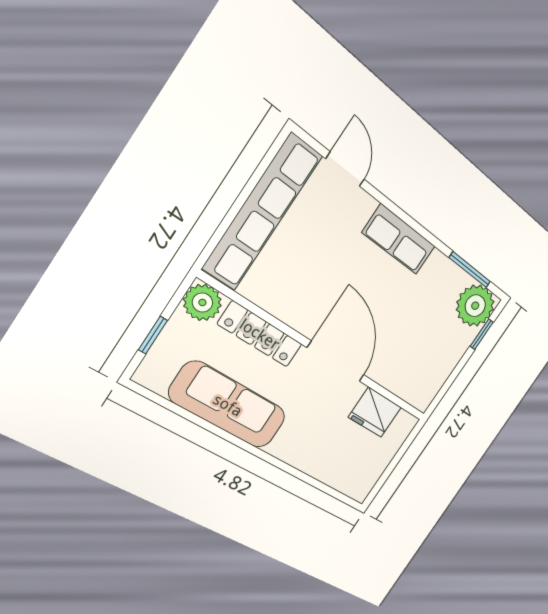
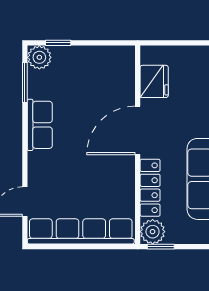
row of seats: (399, 239) -> (40, 125), moved
plant: (475, 306) -> (39, 57), width x0.73, depth x0.73
window: (153, 335) -> (161, 247), moved

